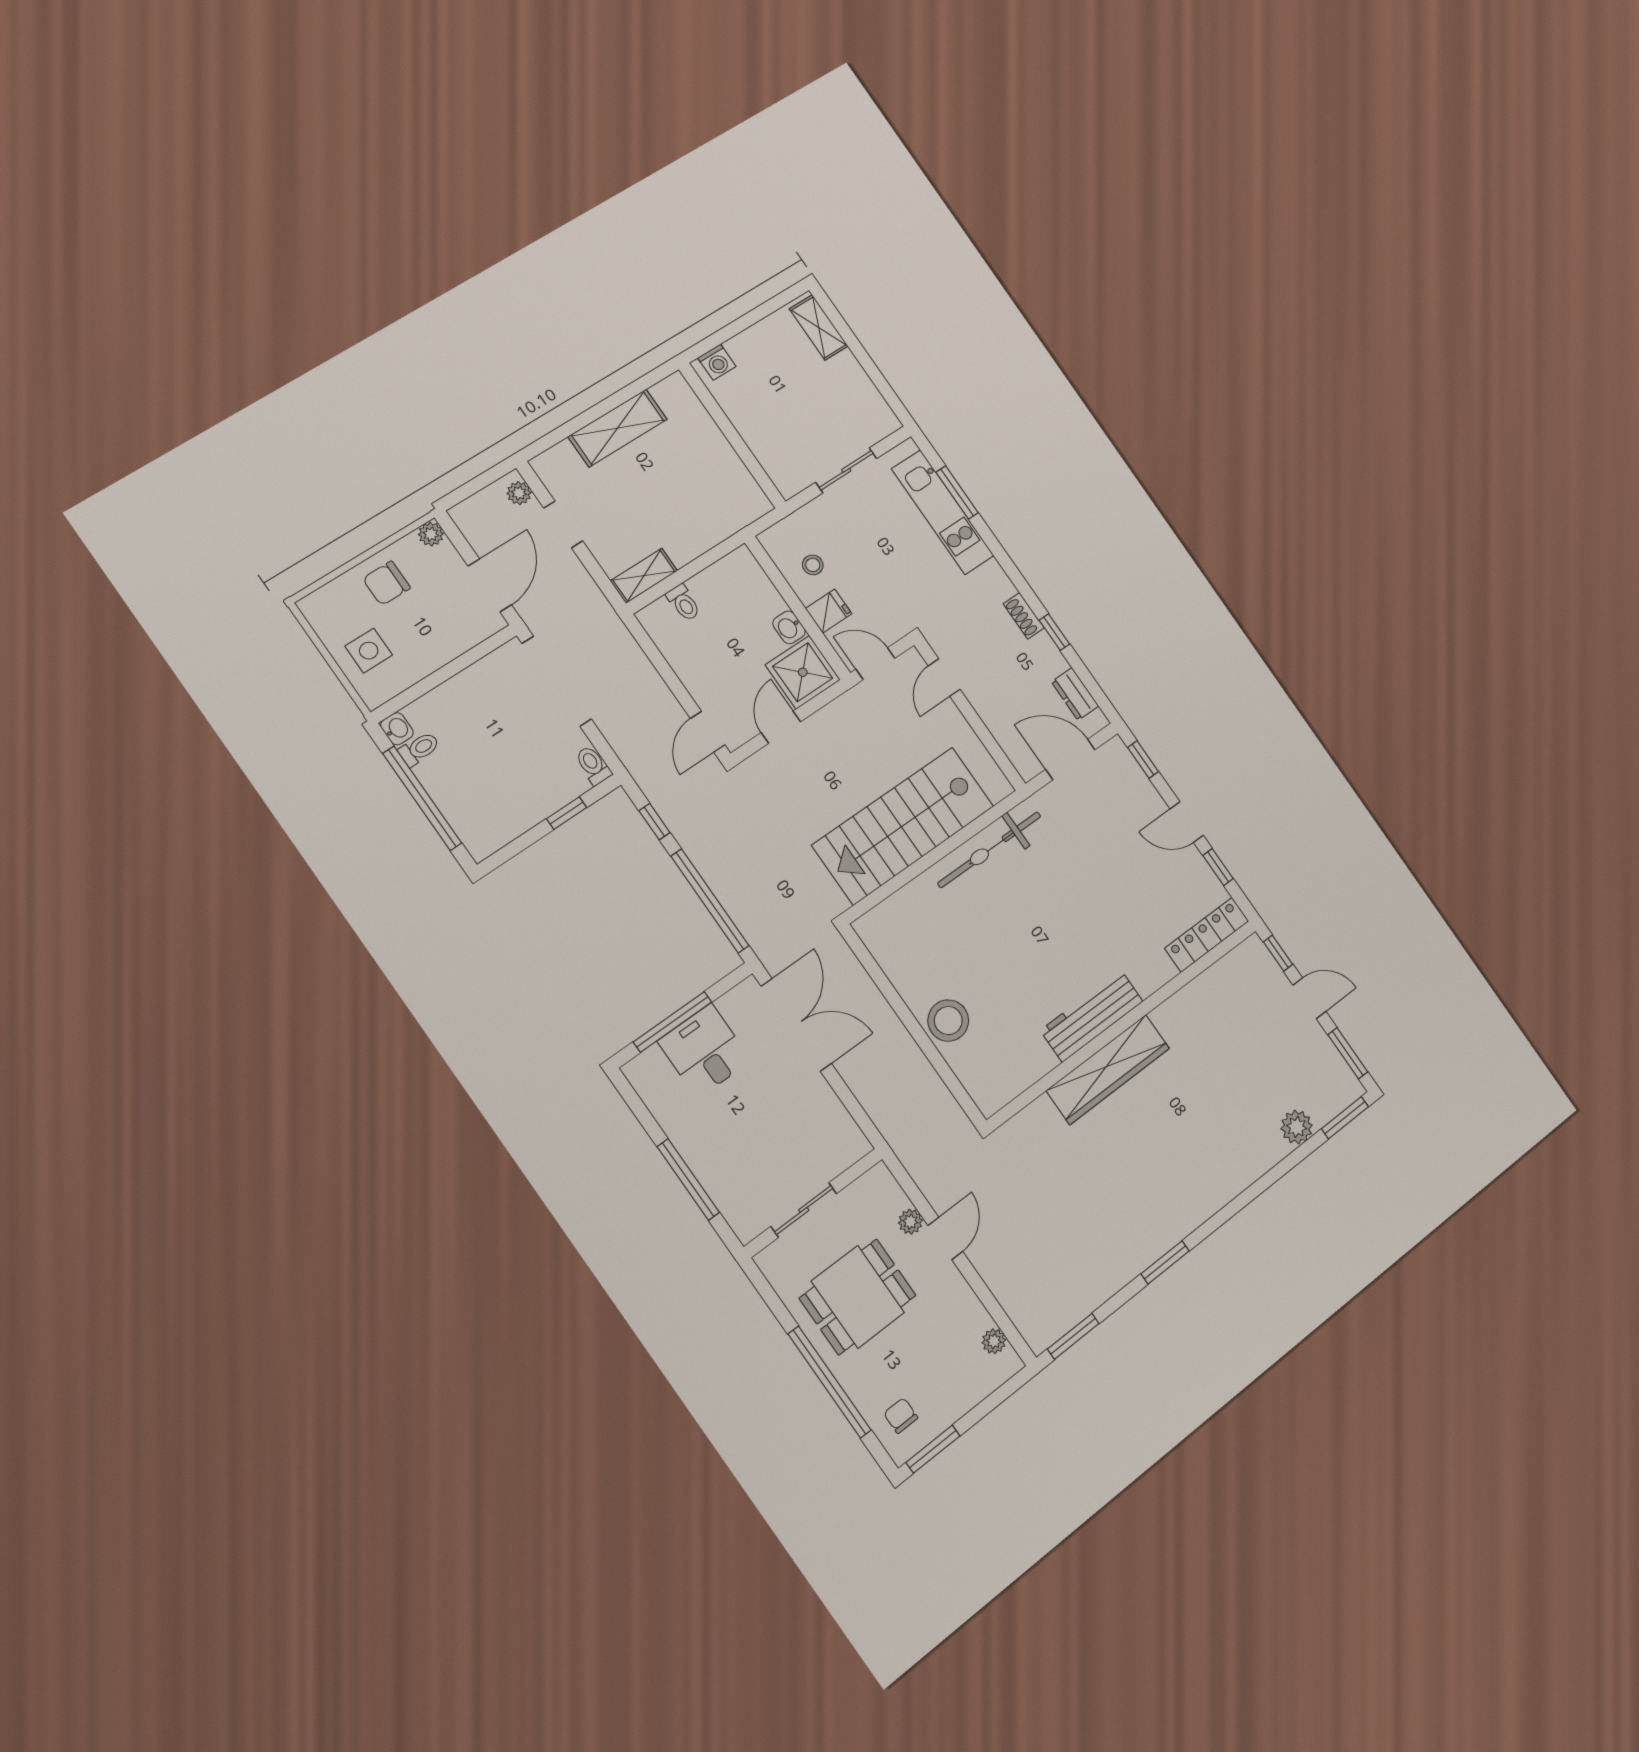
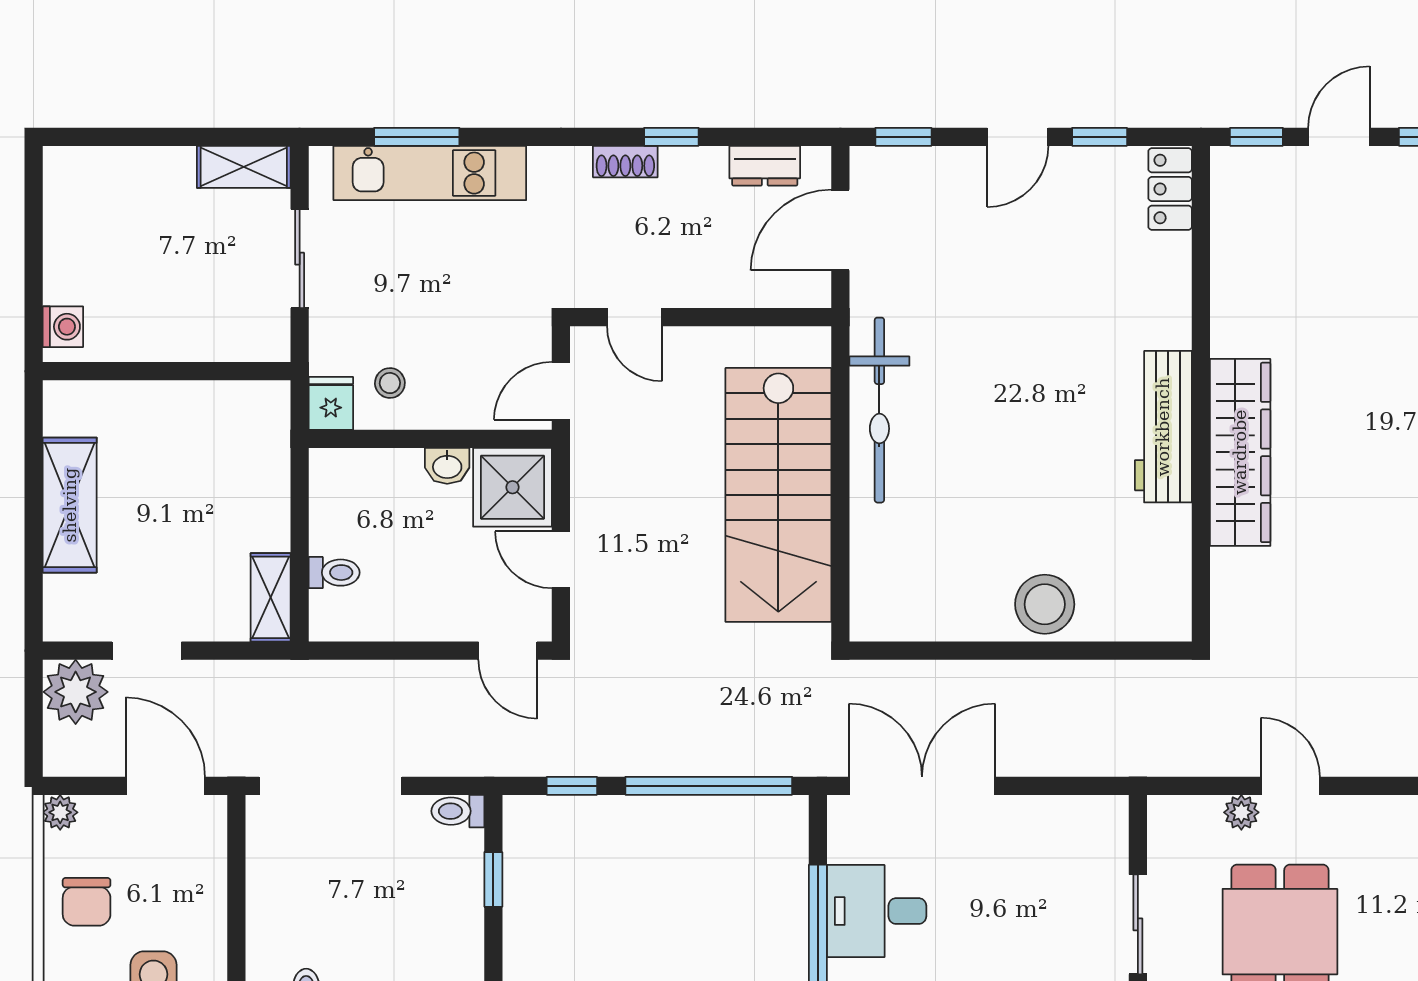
shelving: (819, 327) -> (244, 167), moved
plant: (519, 493) -> (76, 692), width x1.88, depth x1.88
fridge: (829, 611) -> (331, 403), moved
locker: (1207, 935) -> (1170, 189), width x0.66

